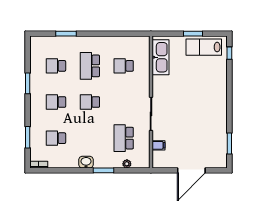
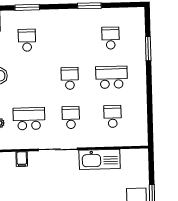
kitchen sink: (161, 57) -> (100, 159), moved
school desk: (56, 102) -> (71, 118), moved

